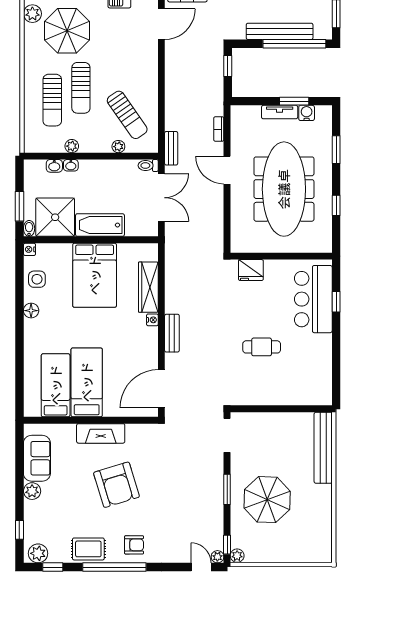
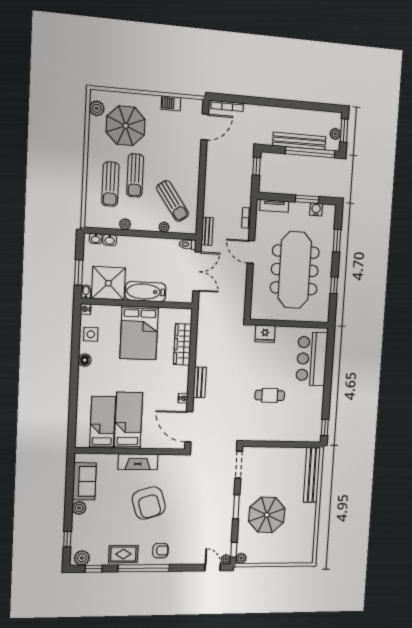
plant: (325, 19) -> (335, 134), added
tv unit: (280, 112) -> (274, 206), moved
washbasin: (71, 165) -> (96, 239), moved
window: (336, 302) -> (325, 428), moved
nightstand: (152, 320) -> (183, 398), moved
door: (161, 389) -> (189, 427), hinge flipped

